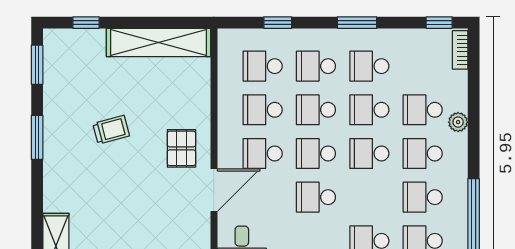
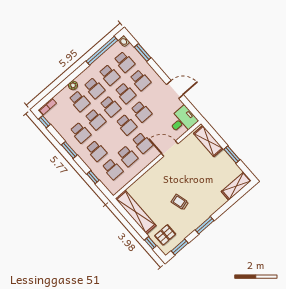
school desk: (316, 110) -> (125, 93), moved
pallet: (181, 148) -> (165, 235), moved

